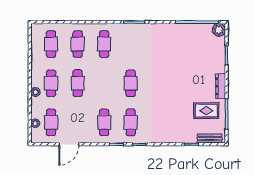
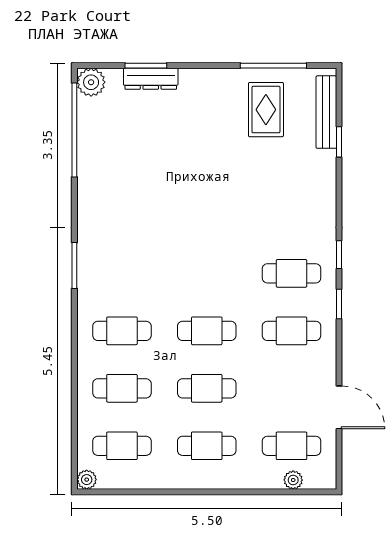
cafe table: (131, 83) -> (207, 331), moved
dresser: (221, 86) -> (151, 79), moved
plant: (35, 92) -> (87, 480), moved
bench: (210, 138) -> (326, 112), width x1.36

